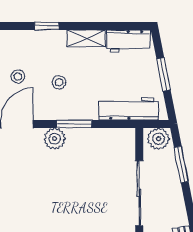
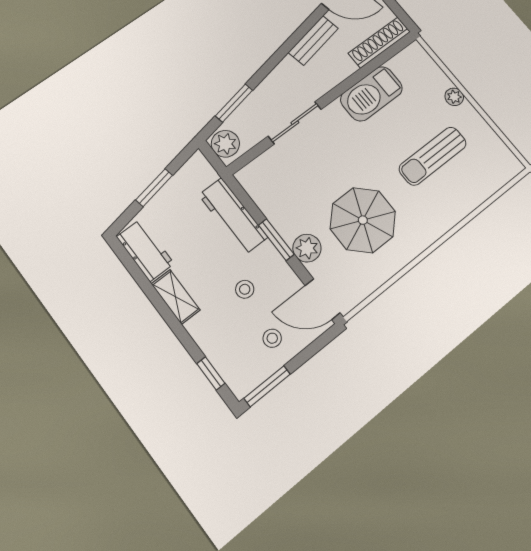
window: (47, 26) -> (211, 373), moved
workbench: (129, 109) -> (233, 216), moved
parasol: (45, 187) -> (363, 220), added
sliding door: (139, 193) -> (295, 123), width x0.73

